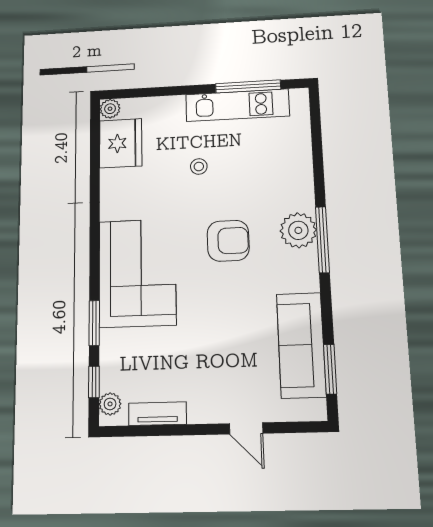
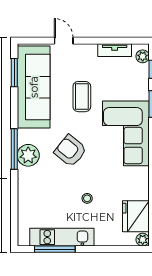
armchair: (228, 241) -> (70, 151), turned 39
coffee table: (212, 332) -> (82, 97), added
sofa: (301, 345) -> (34, 87), width x1.36, depth x1.27

